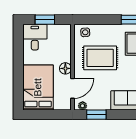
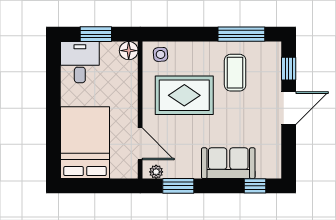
floor lamp: (65, 68) -> (129, 51), moved
door: (73, 88) -> (140, 144), hinge flipped

